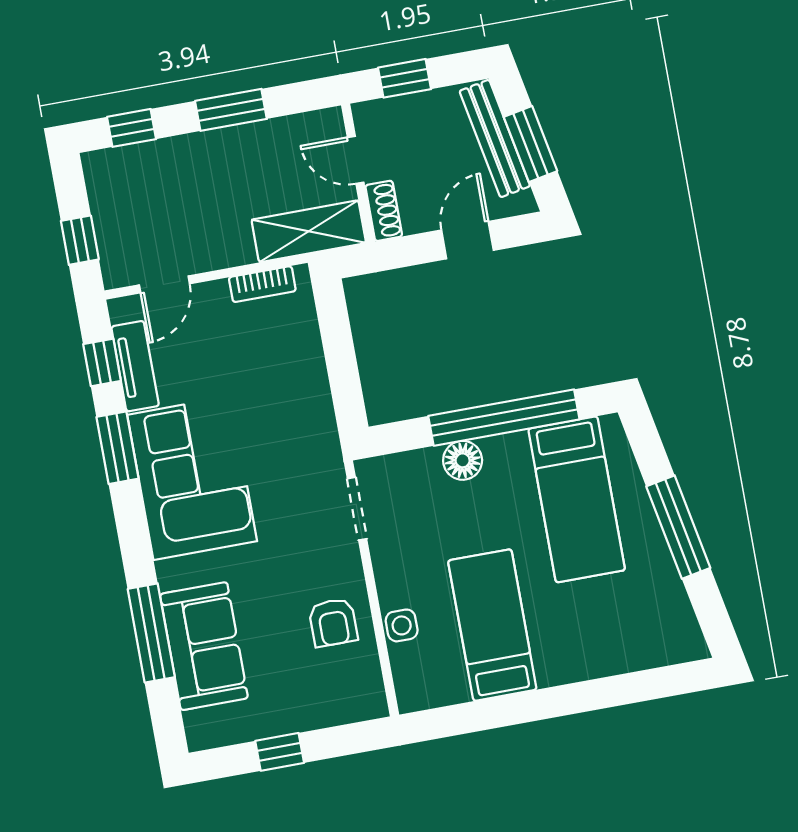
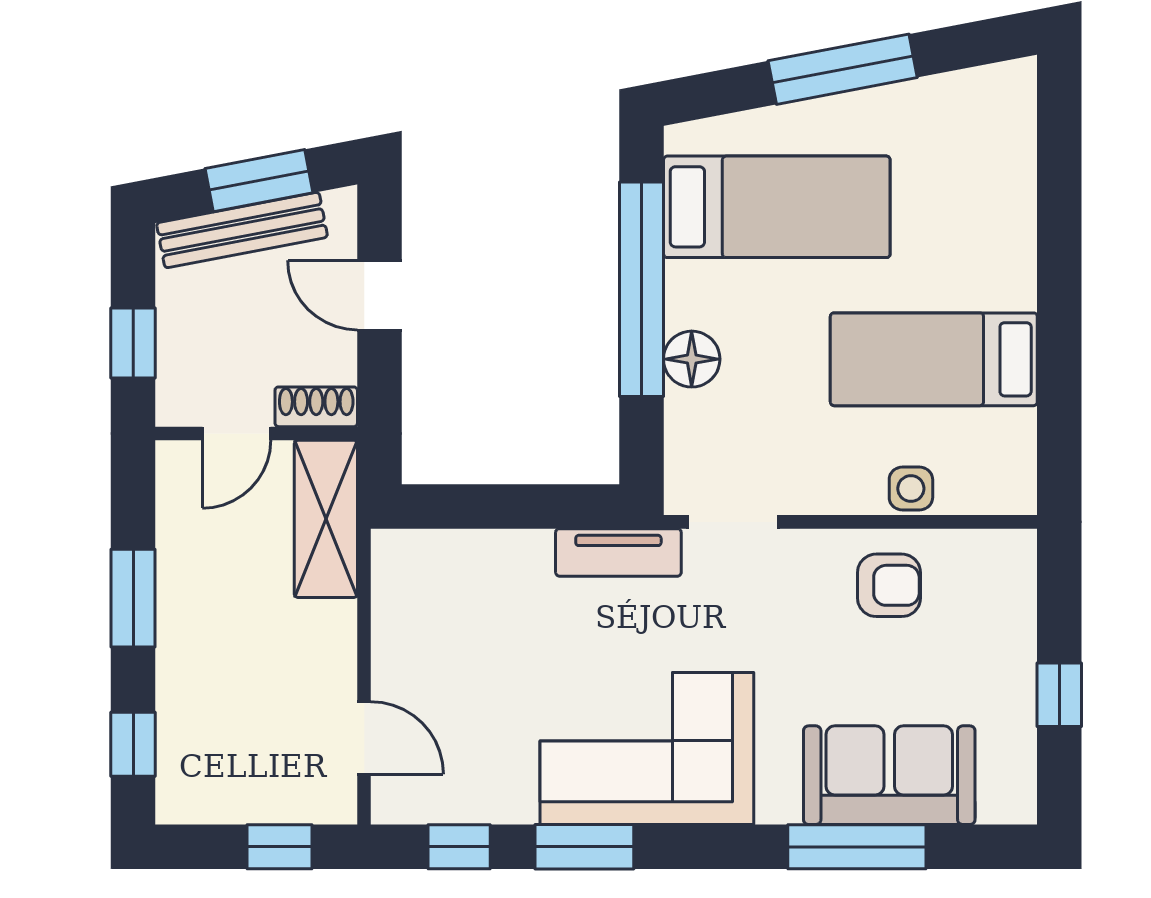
bookcase: (262, 284) -> (389, 599), removed
tv unit: (135, 366) -> (618, 552), moved, turned 180

